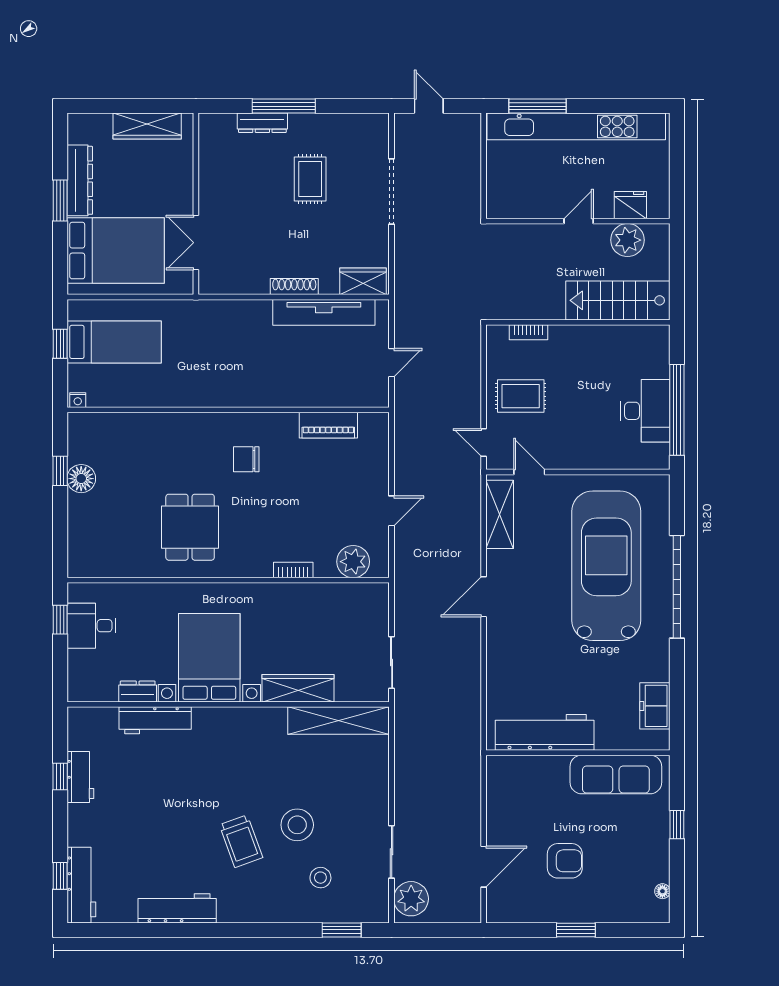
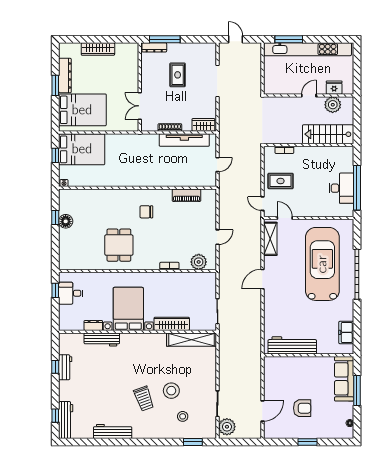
wall: (196, 204) -> (140, 87), moved
double door: (196, 243) -> (140, 106), moved
bed: (114, 342) -> (82, 149), width x1.50
sofa: (616, 774) -> (344, 379), moved, turned 90
window: (677, 825) -> (357, 391), width x2.17

